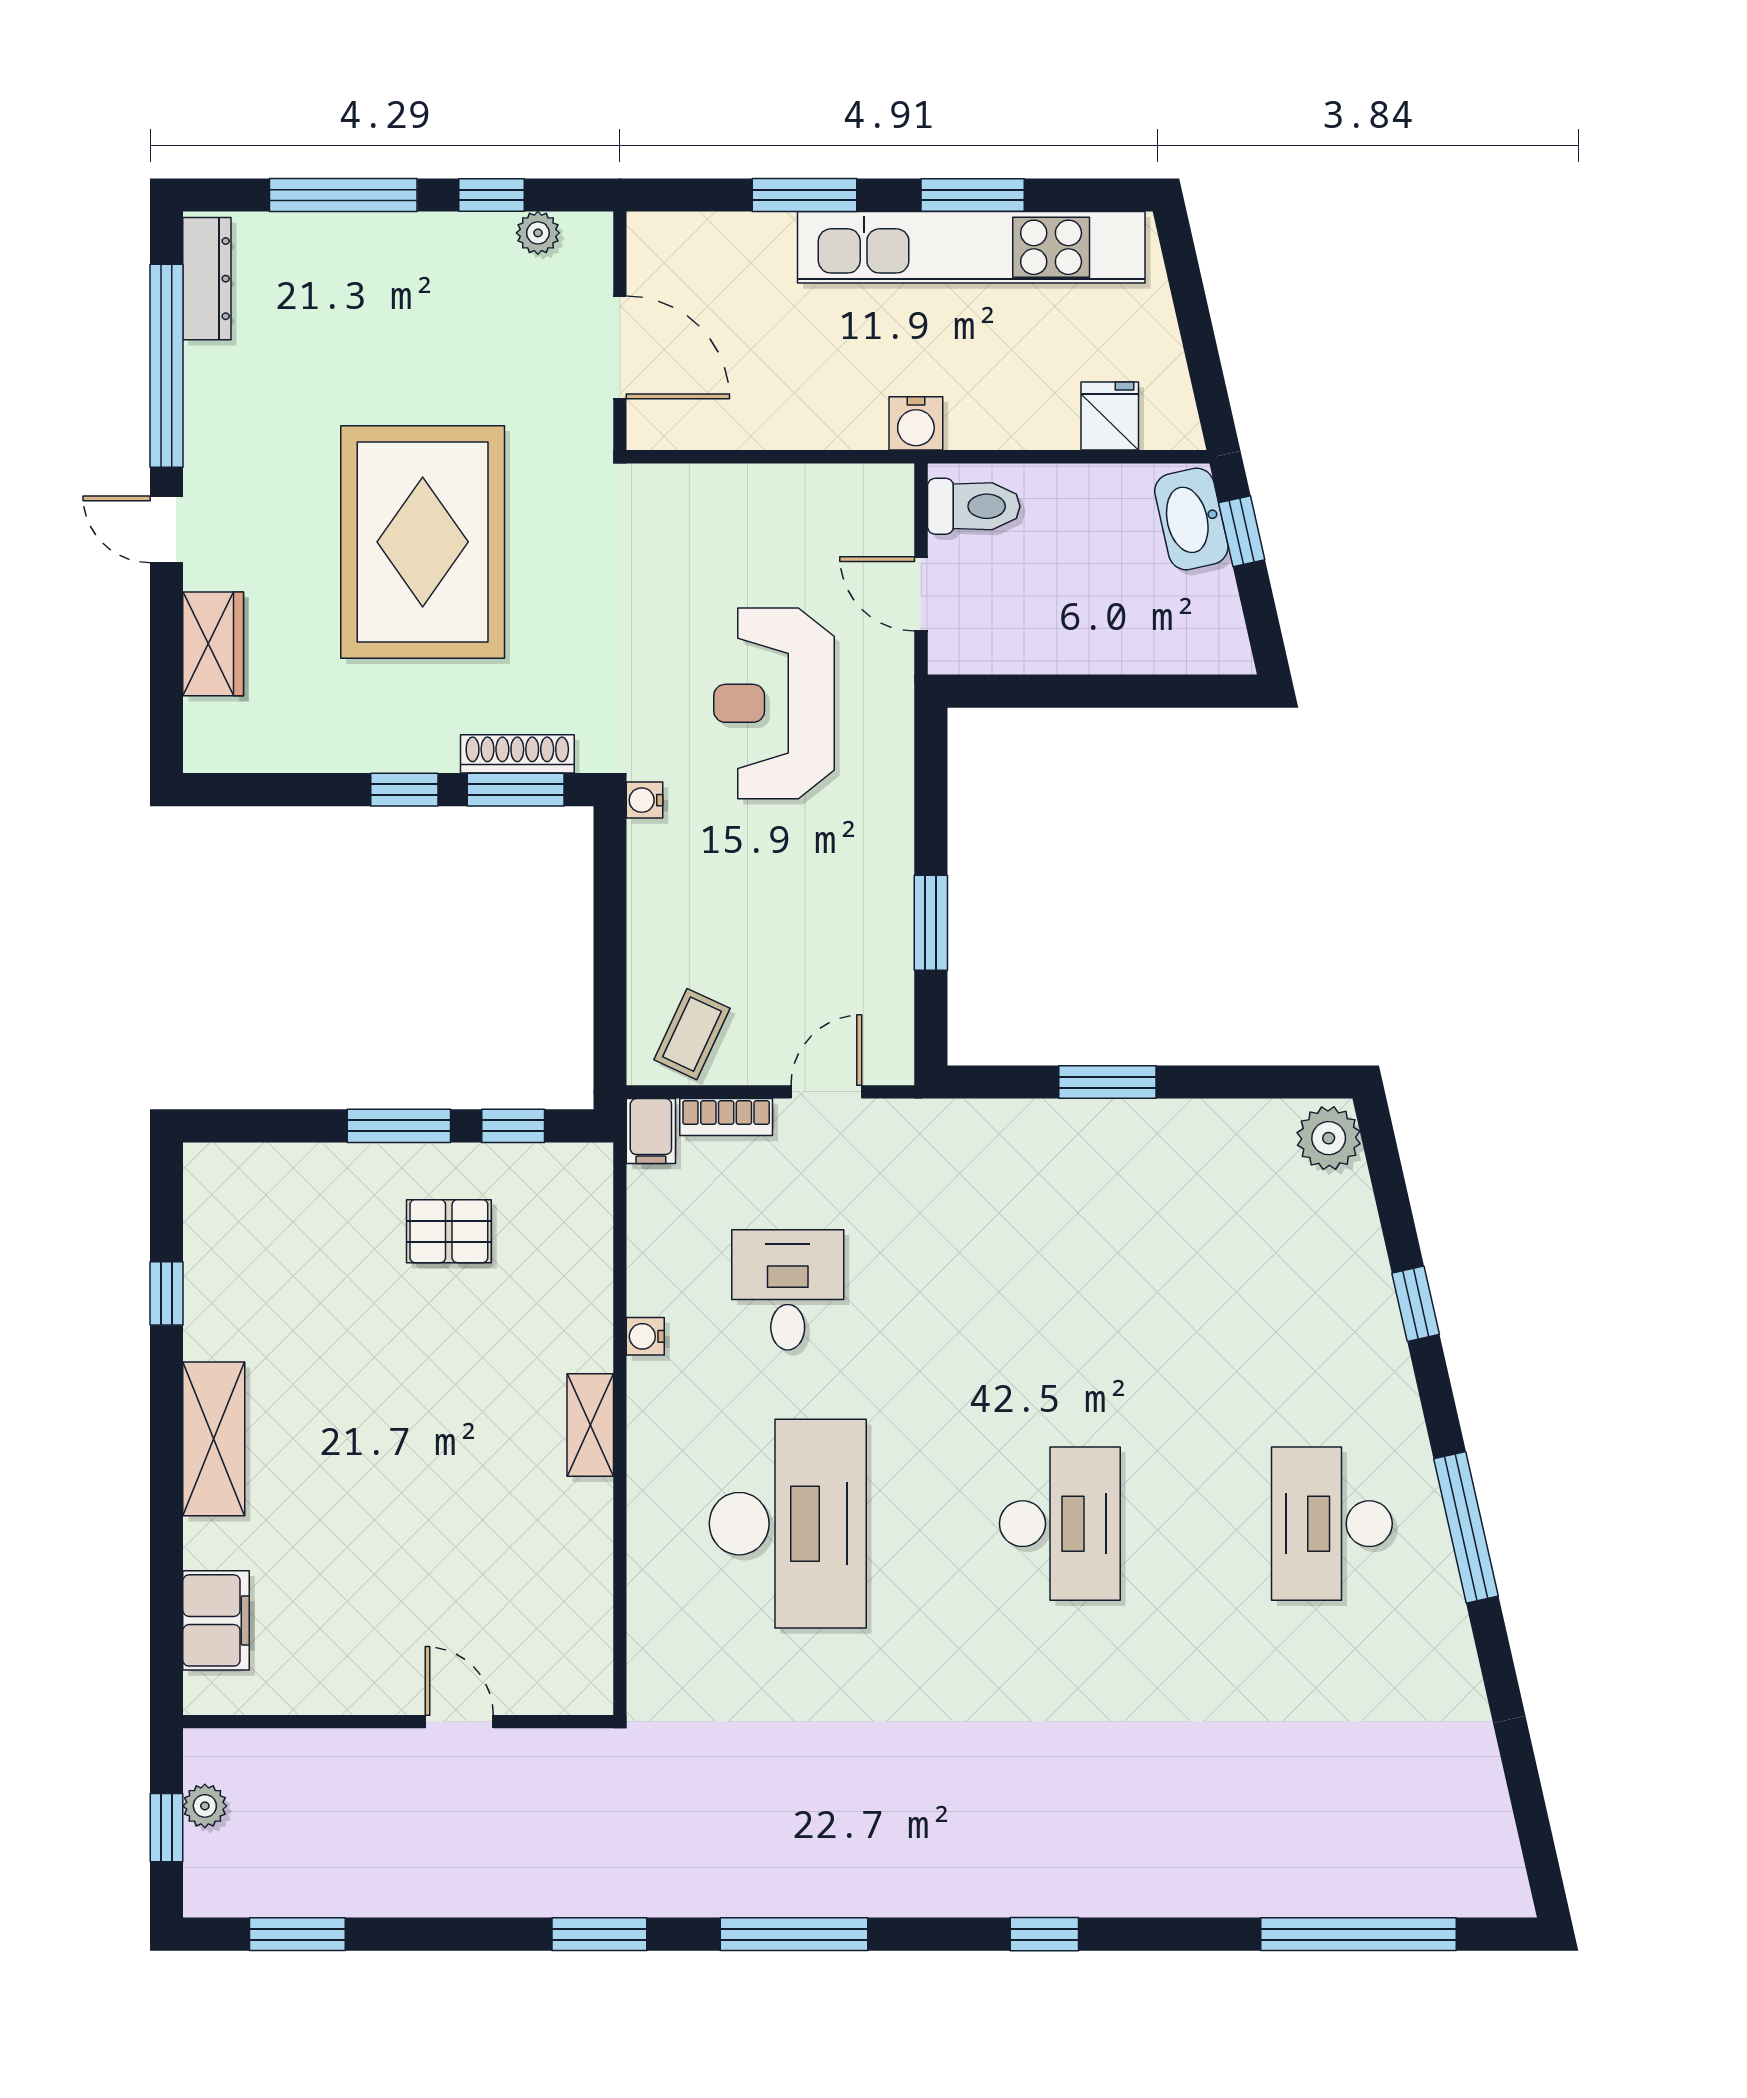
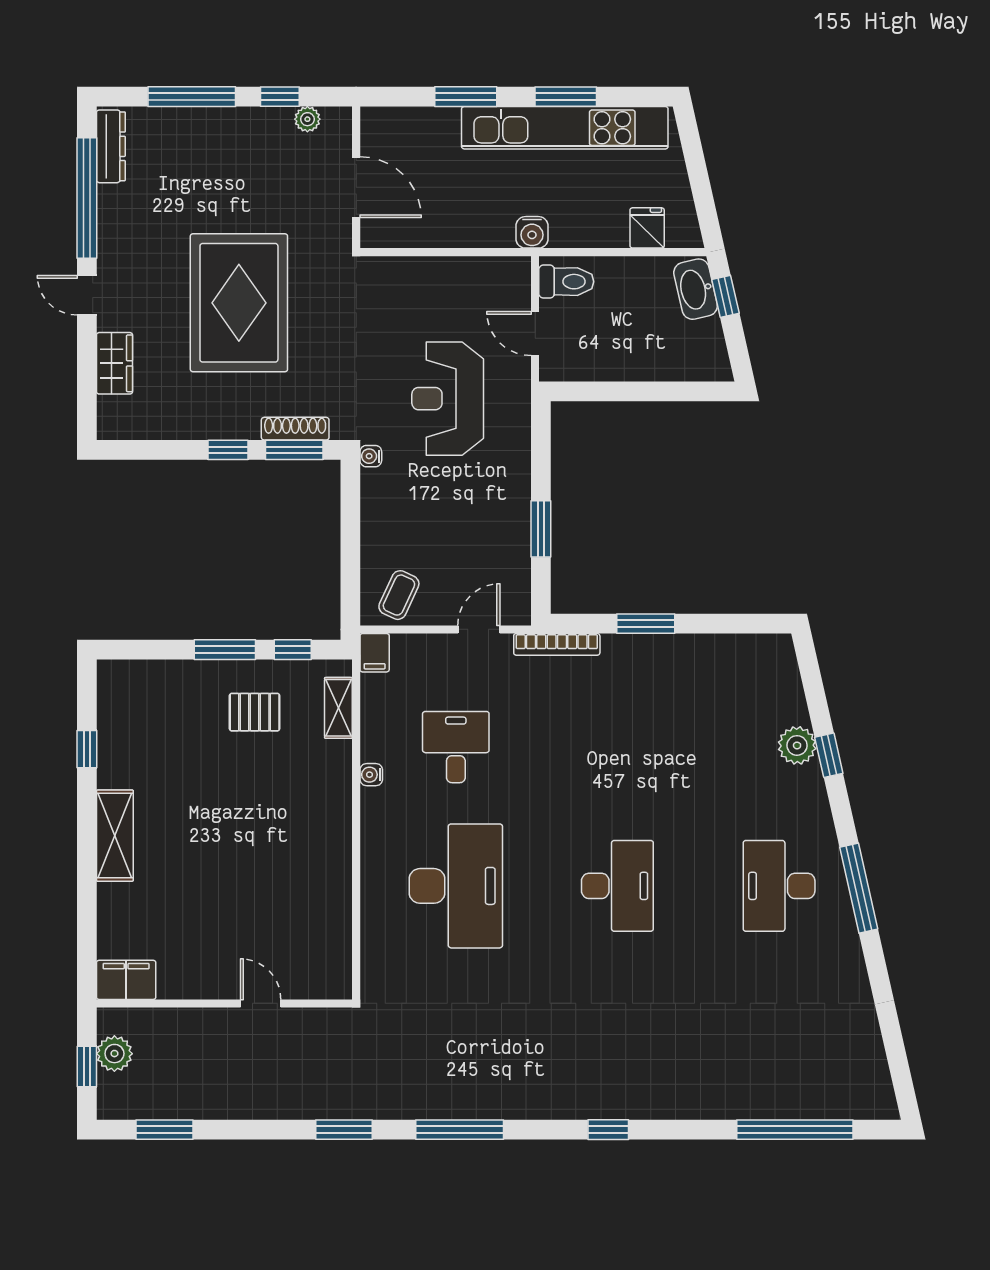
bookcase: (726, 1117) -> (557, 644), moved, width x1.56
plant: (1329, 1138) -> (797, 745), moved
shelving: (590, 1425) -> (338, 708), moved
filing cabinet: (216, 1620) -> (126, 980), moved, turned -90
plant: (205, 1806) -> (114, 1054), width x1.38, depth x1.38

